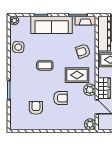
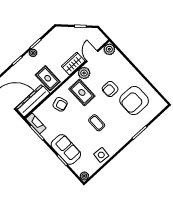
sofa: (52, 25) -> (66, 149), width x0.73
armchair: (61, 98) -> (110, 89), turned -90
armchair: (36, 108) -> (134, 101), width x1.88, depth x1.88

